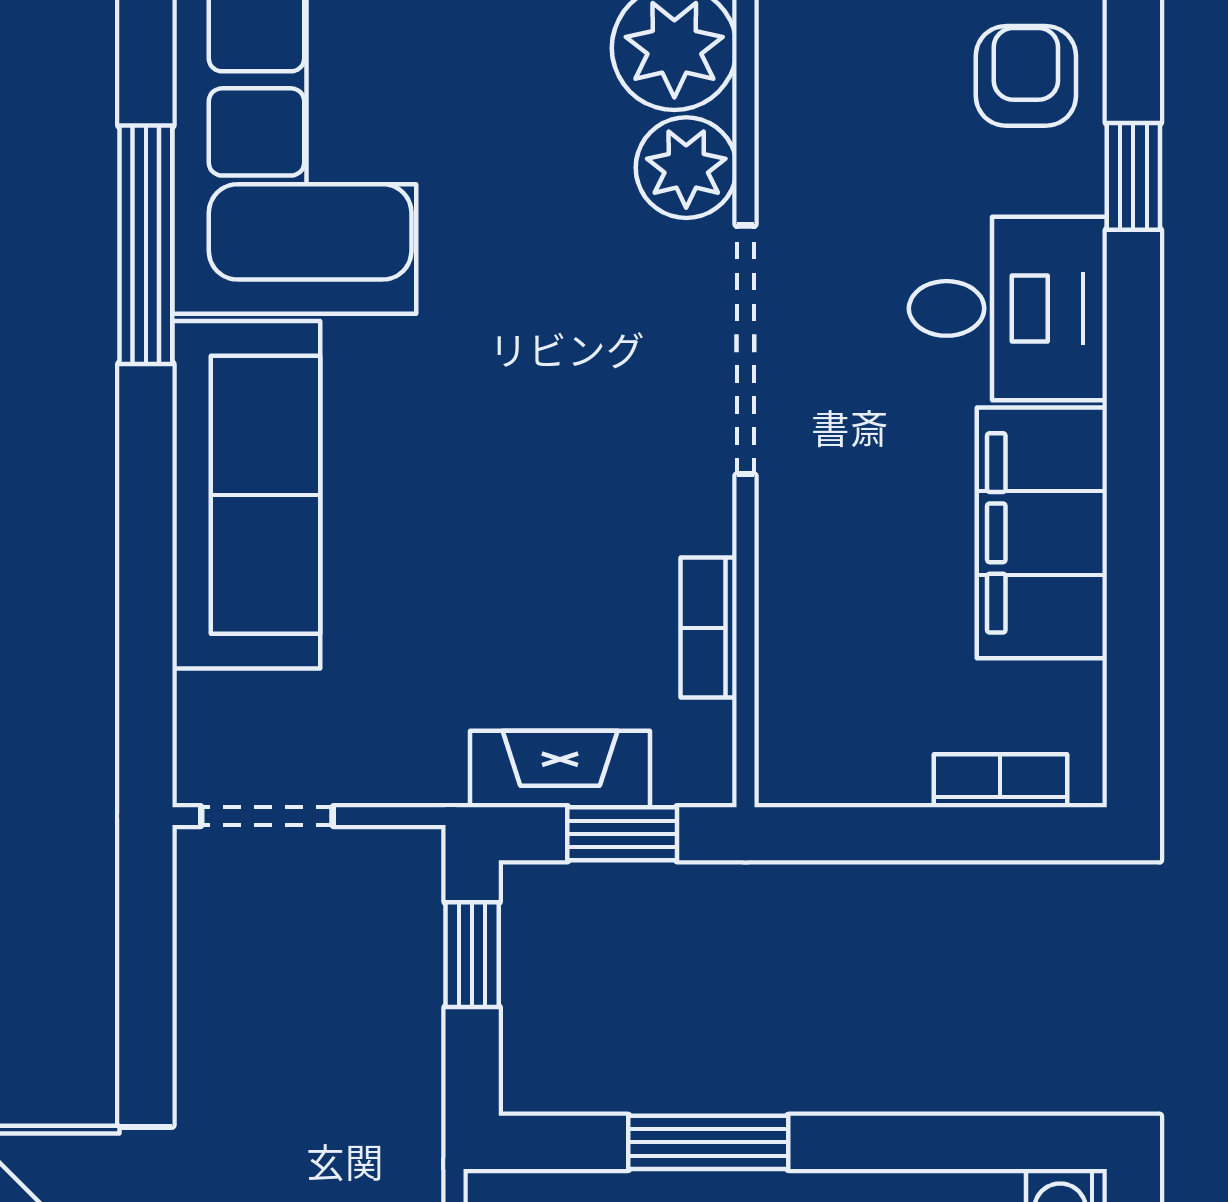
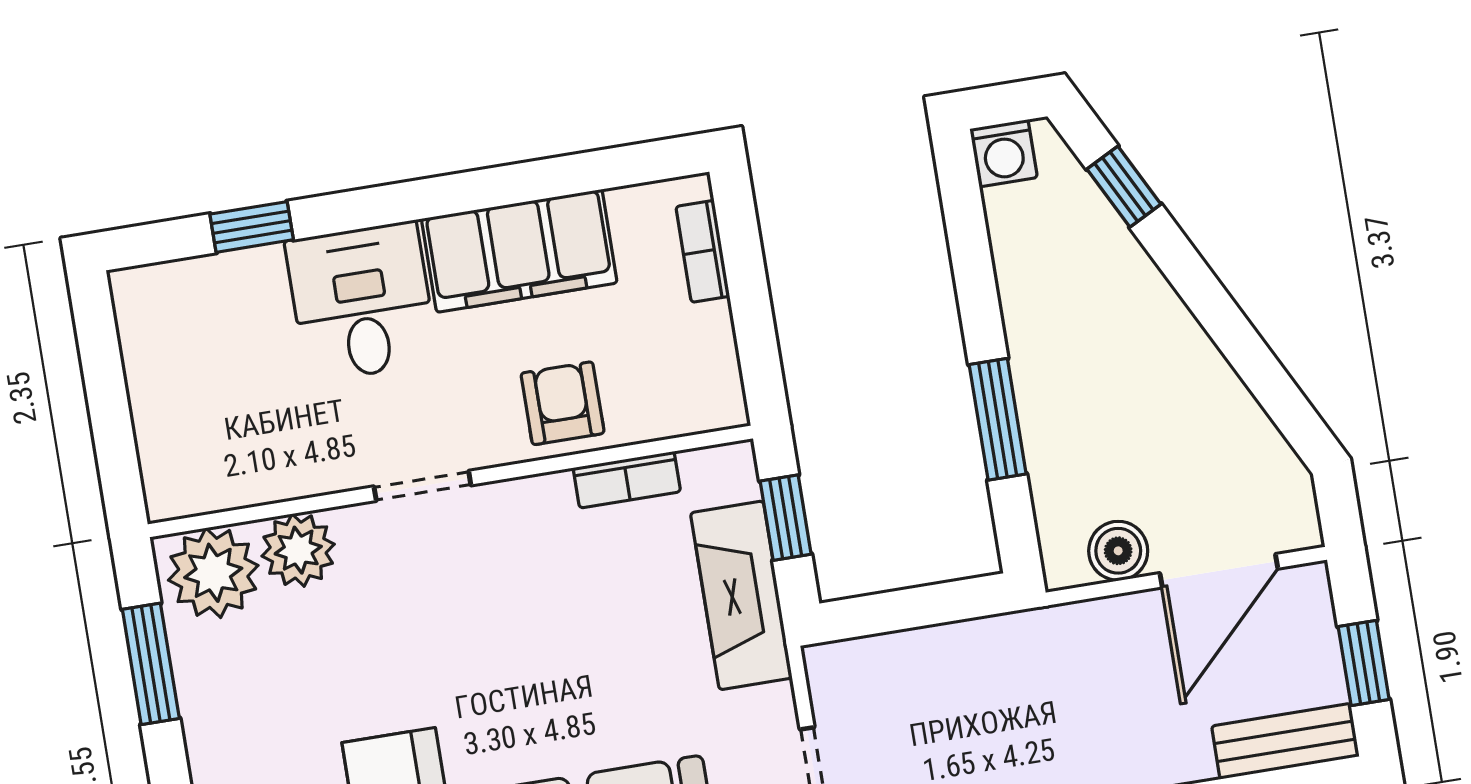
armchair: (1026, 76) -> (563, 403), moved, turned 90
doorway: (745, 350) -> (422, 486), width x0.53
fireplace: (560, 769) -> (741, 595), width x1.37, depth x1.32
window: (472, 955) -> (890, 612), removed

